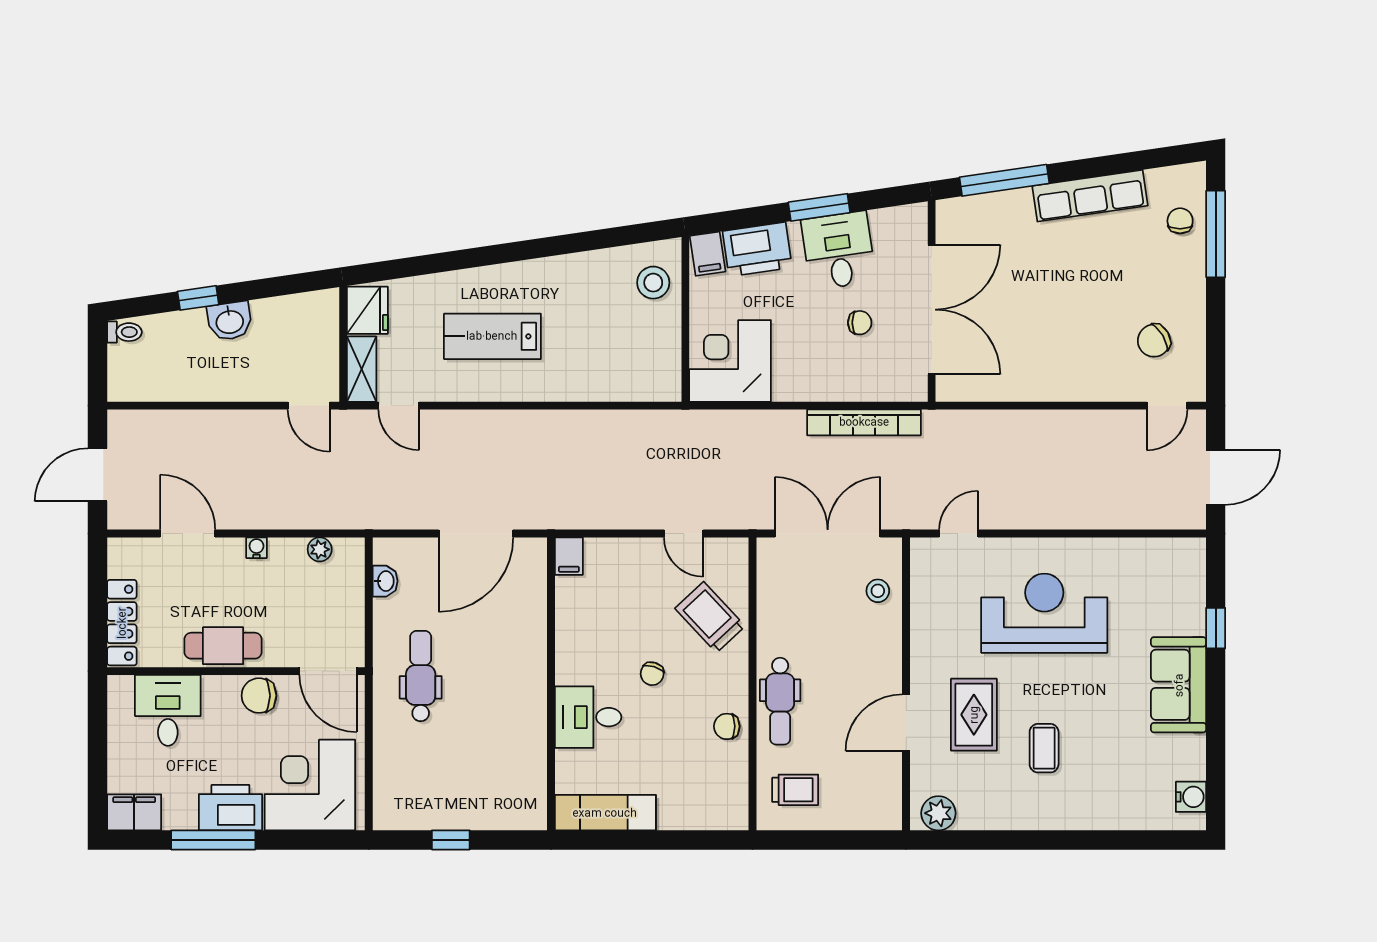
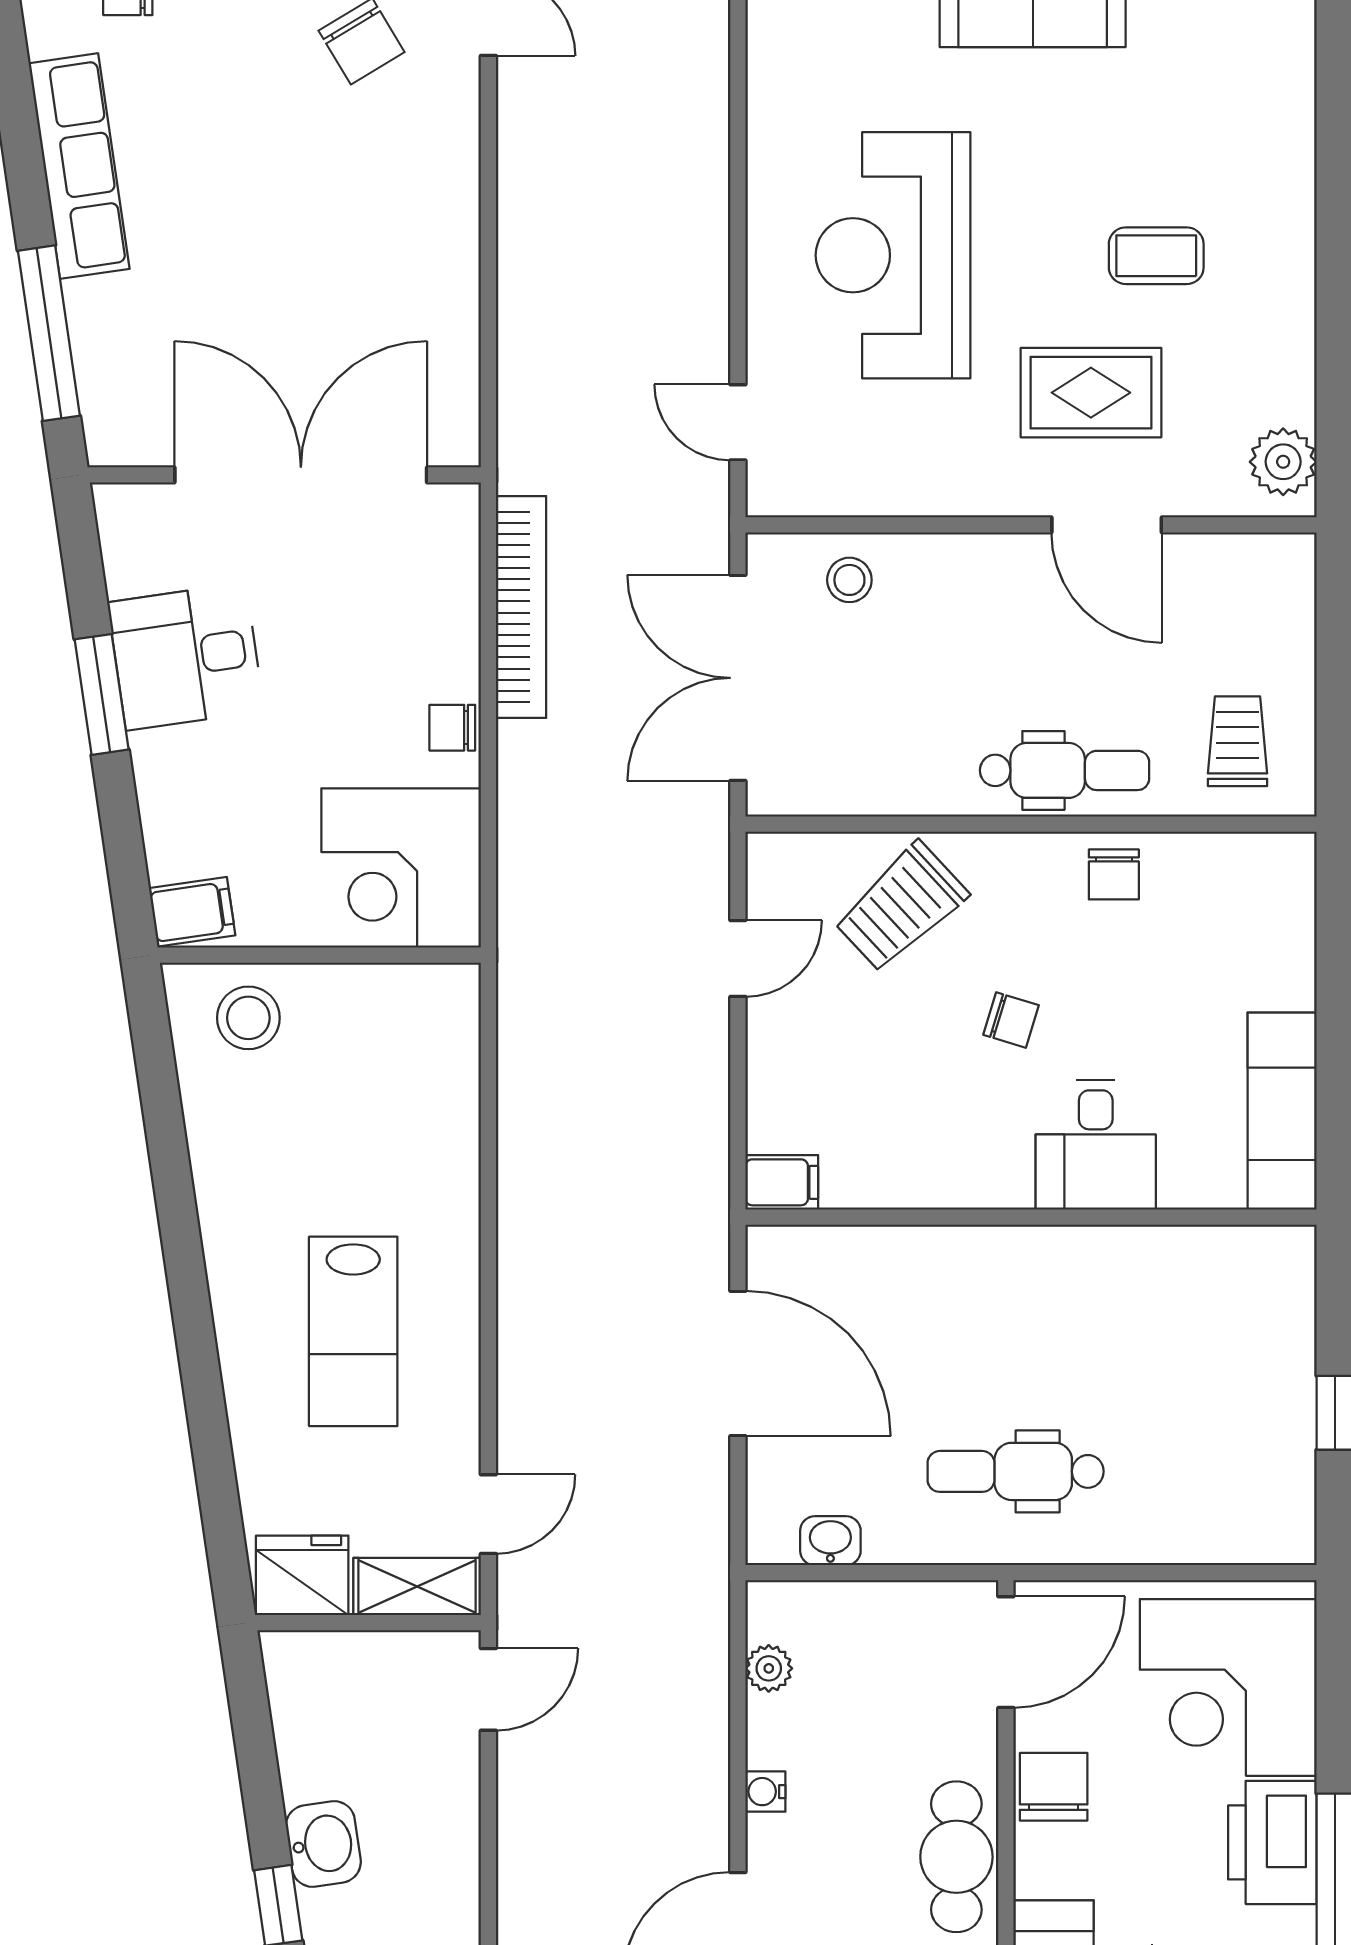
printer: (757, 249) -> (183, 815), removed
chair: (860, 323) -> (452, 728), moved, turned -90
chair: (259, 696) -> (1054, 1787), turned 180

